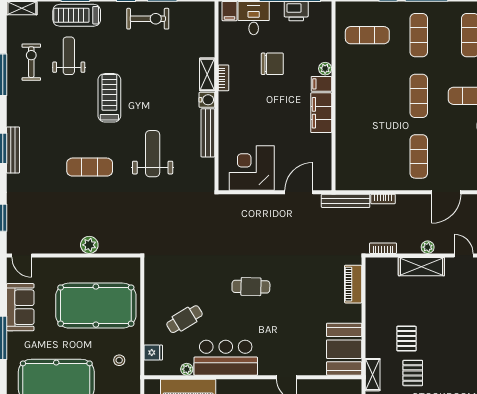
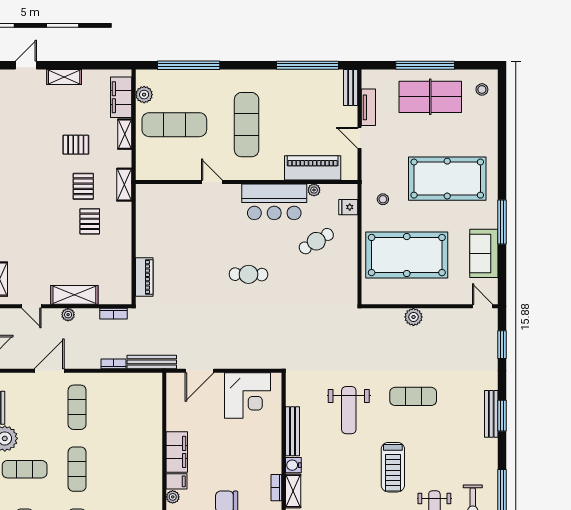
booth: (344, 349) -> (153, 210), removed

